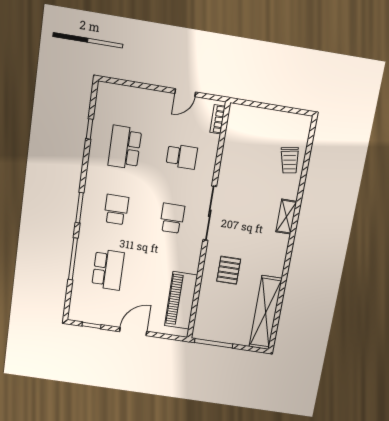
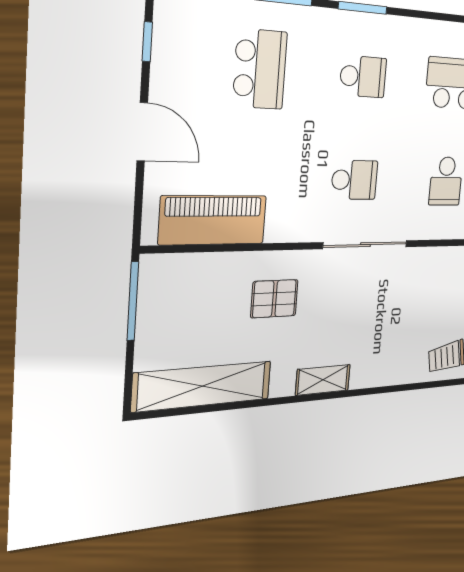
shelving: (286, 217) -> (323, 380), moved
school desk: (108, 270) -> (260, 69), turned -90

